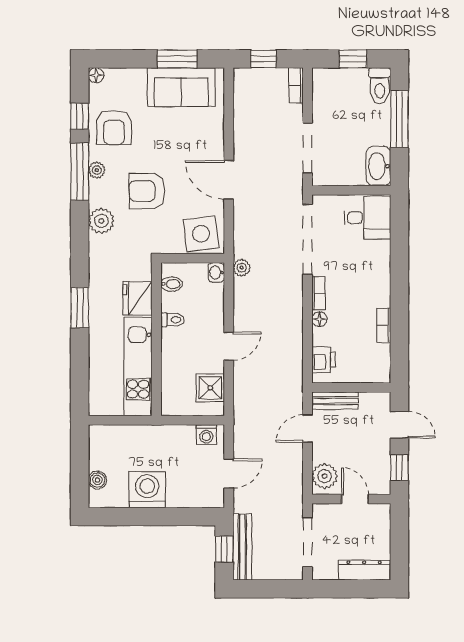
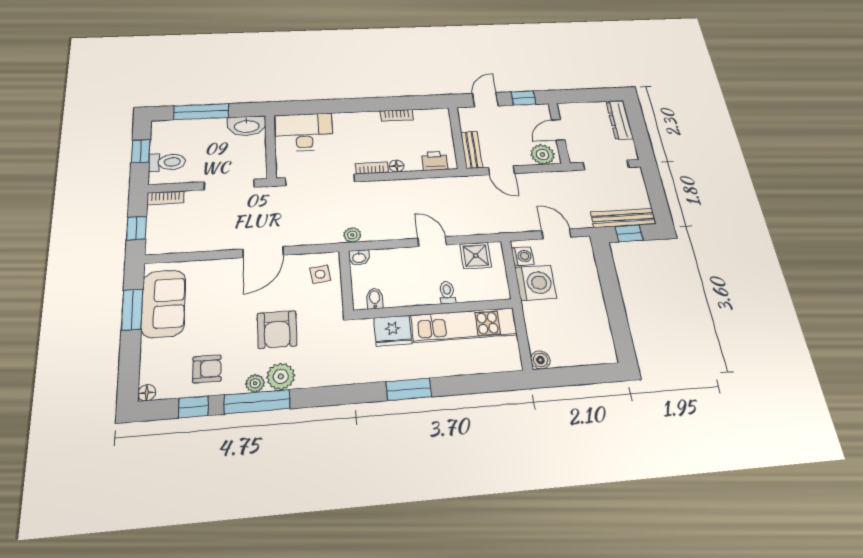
toilet: (380, 86) -> (167, 162), moved
armchair: (114, 127) -> (207, 369), width x0.72, depth x0.72
desk: (367, 218) -> (304, 132), width x1.37
plant: (101, 221) -> (281, 376), moved
side table: (201, 234) -> (320, 274), width x0.54, depth x0.54
toilet: (173, 320) -> (447, 293), moved
boiler: (97, 480) -> (540, 360), moved
washing machine: (147, 490) -> (536, 283), moved, turned 180

